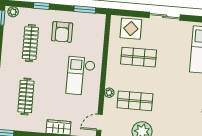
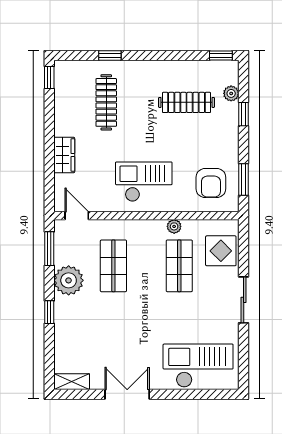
plant: (13, 12) -> (231, 93), moved
armchair: (62, 32) -> (211, 183), moved, turned -90
plant: (109, 93) -> (174, 226), moved
clothes rail: (26, 96) -> (106, 102), turned 90

